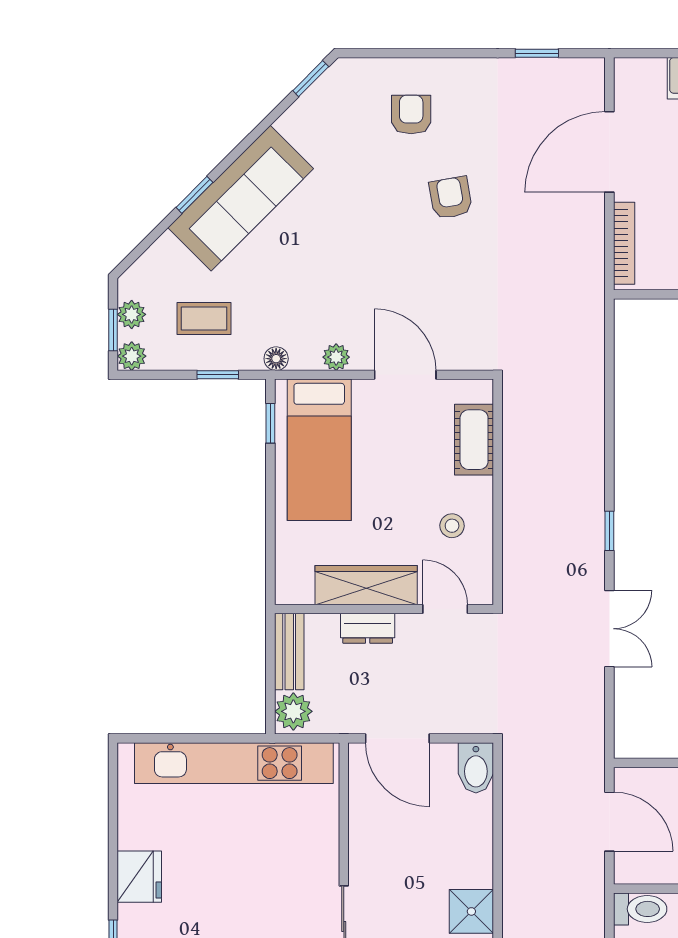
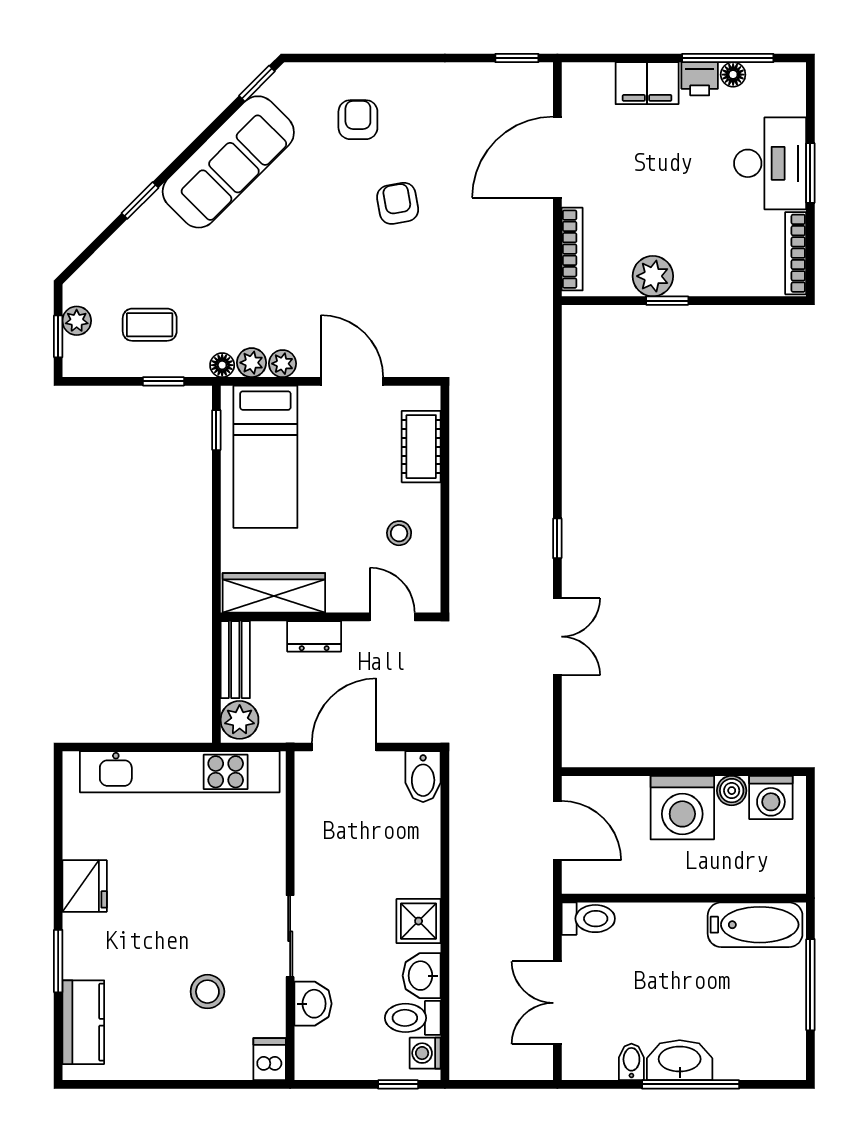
window: (537, 53) -> (517, 58), moved
sofa: (241, 198) -> (228, 162), moved
plant: (132, 356) -> (252, 363), moved
wardrobe: (366, 585) -> (274, 593), moved
door: (397, 738) -> (344, 747), swing flipped

